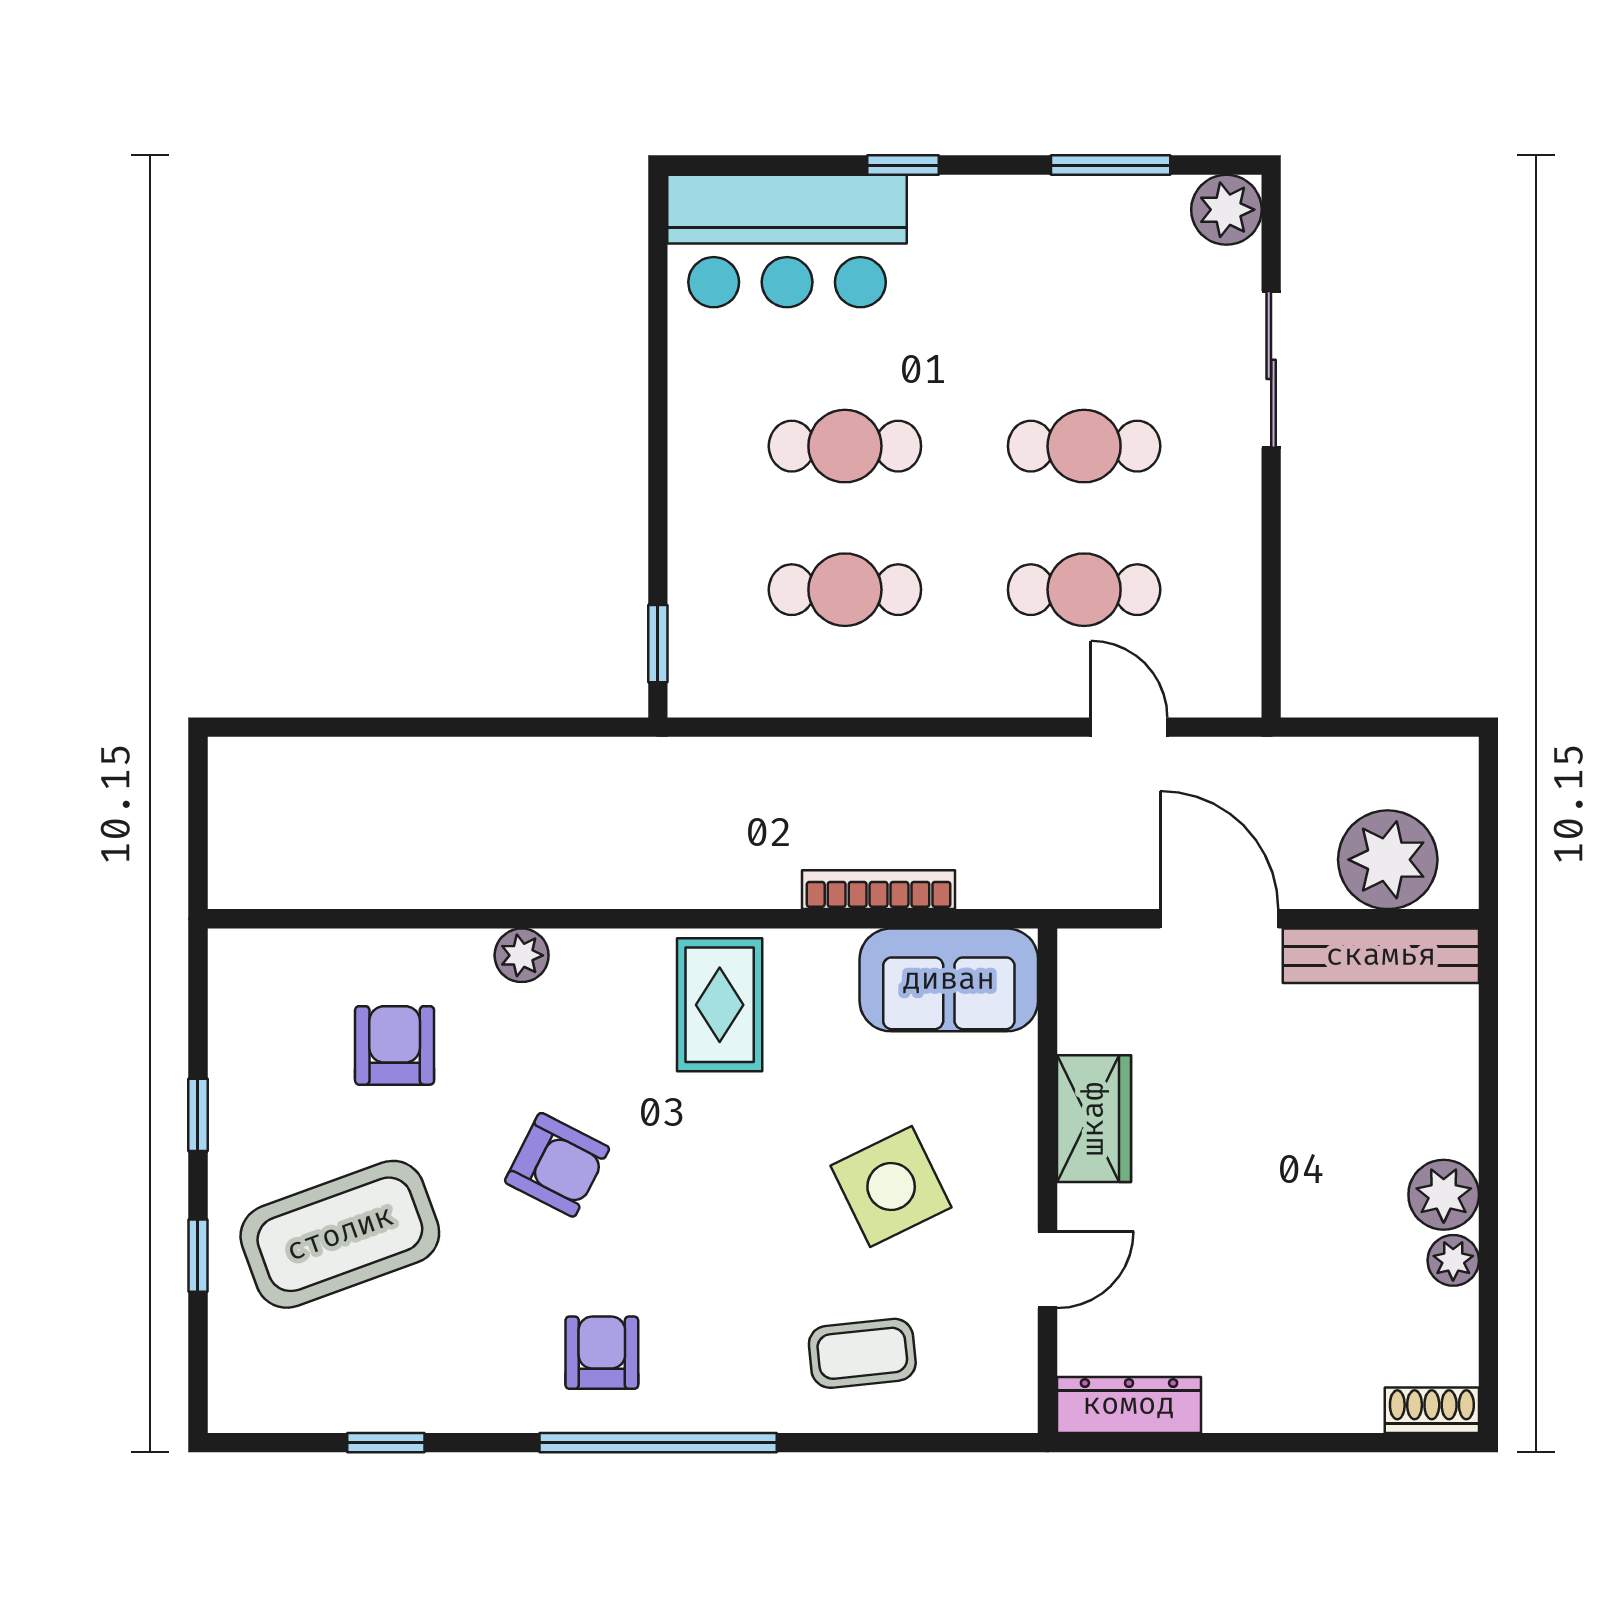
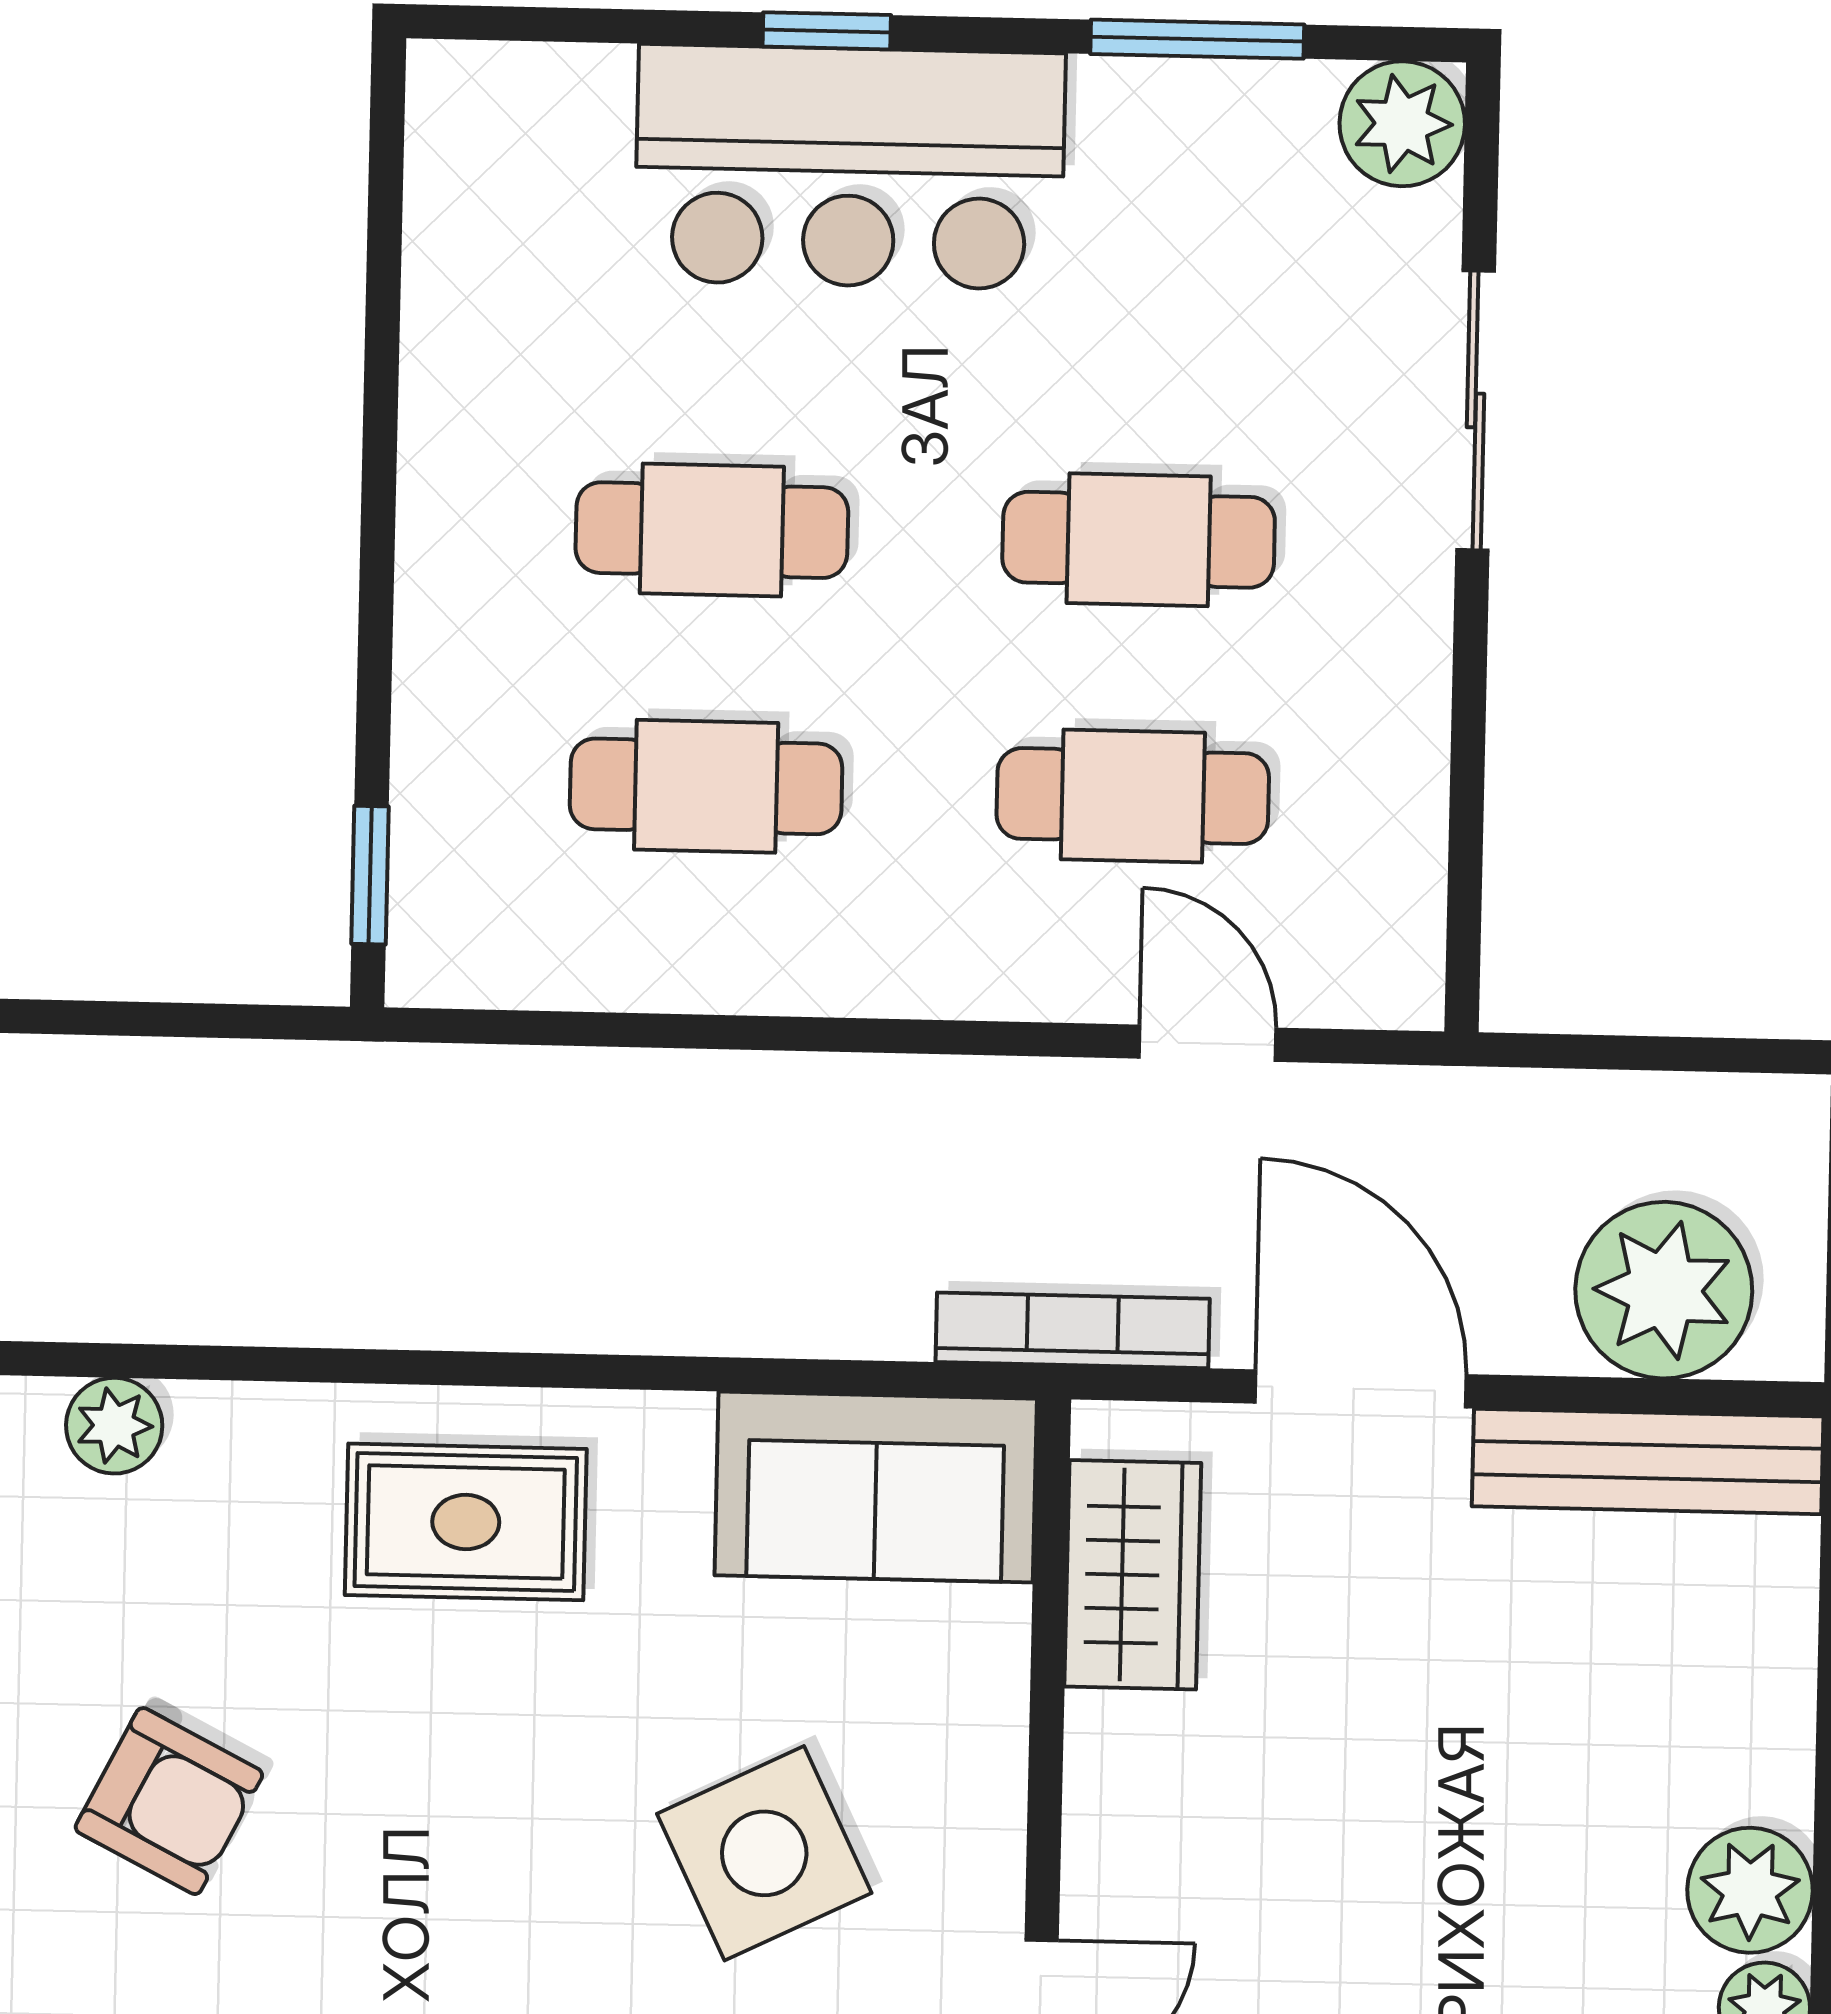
bar counter: (787, 241) -> (850, 167), moved
bookcase: (879, 890) -> (1073, 1330), moved
rug: (720, 1005) -> (466, 1522), turned 90
wardrobe: (1094, 1119) -> (1133, 1575), moved

